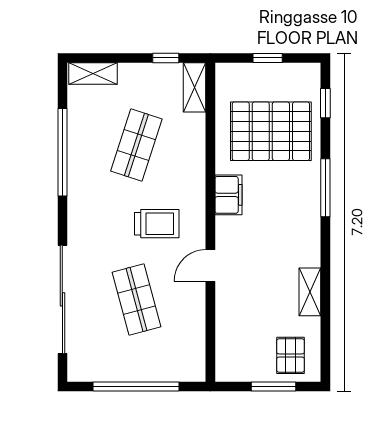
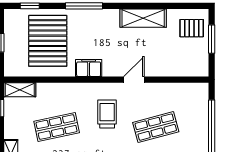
shop shelf: (136, 145) -> (57, 127), turned -30
door: (210, 265) -> (134, 80), swing flipped
shelving: (310, 292) -> (143, 18), width x1.50, depth x1.33

